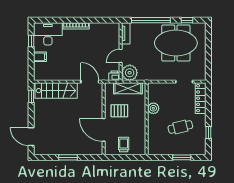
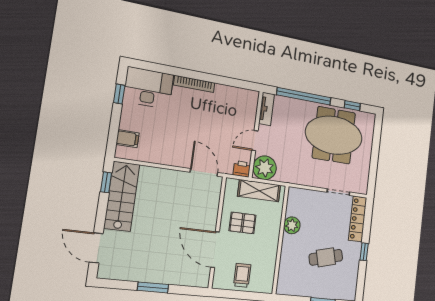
filing cabinet: (40, 57) -> (128, 139), moved
stairs: (56, 91) -> (122, 196), moved, turned -90
window: (208, 133) -> (364, 252), moved

